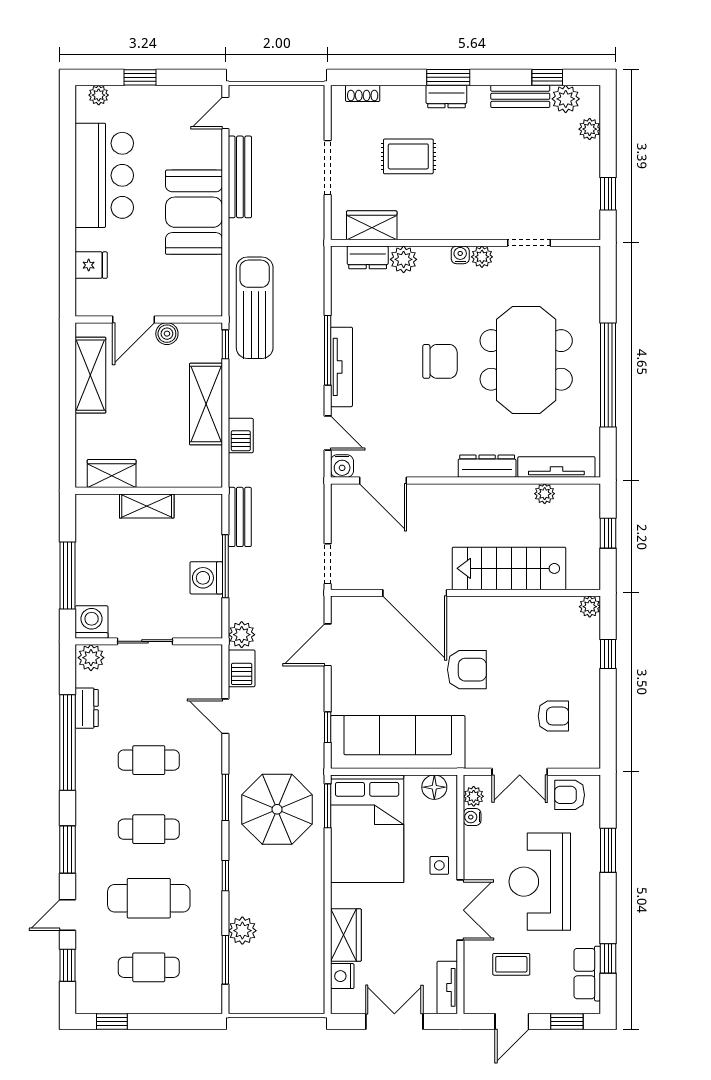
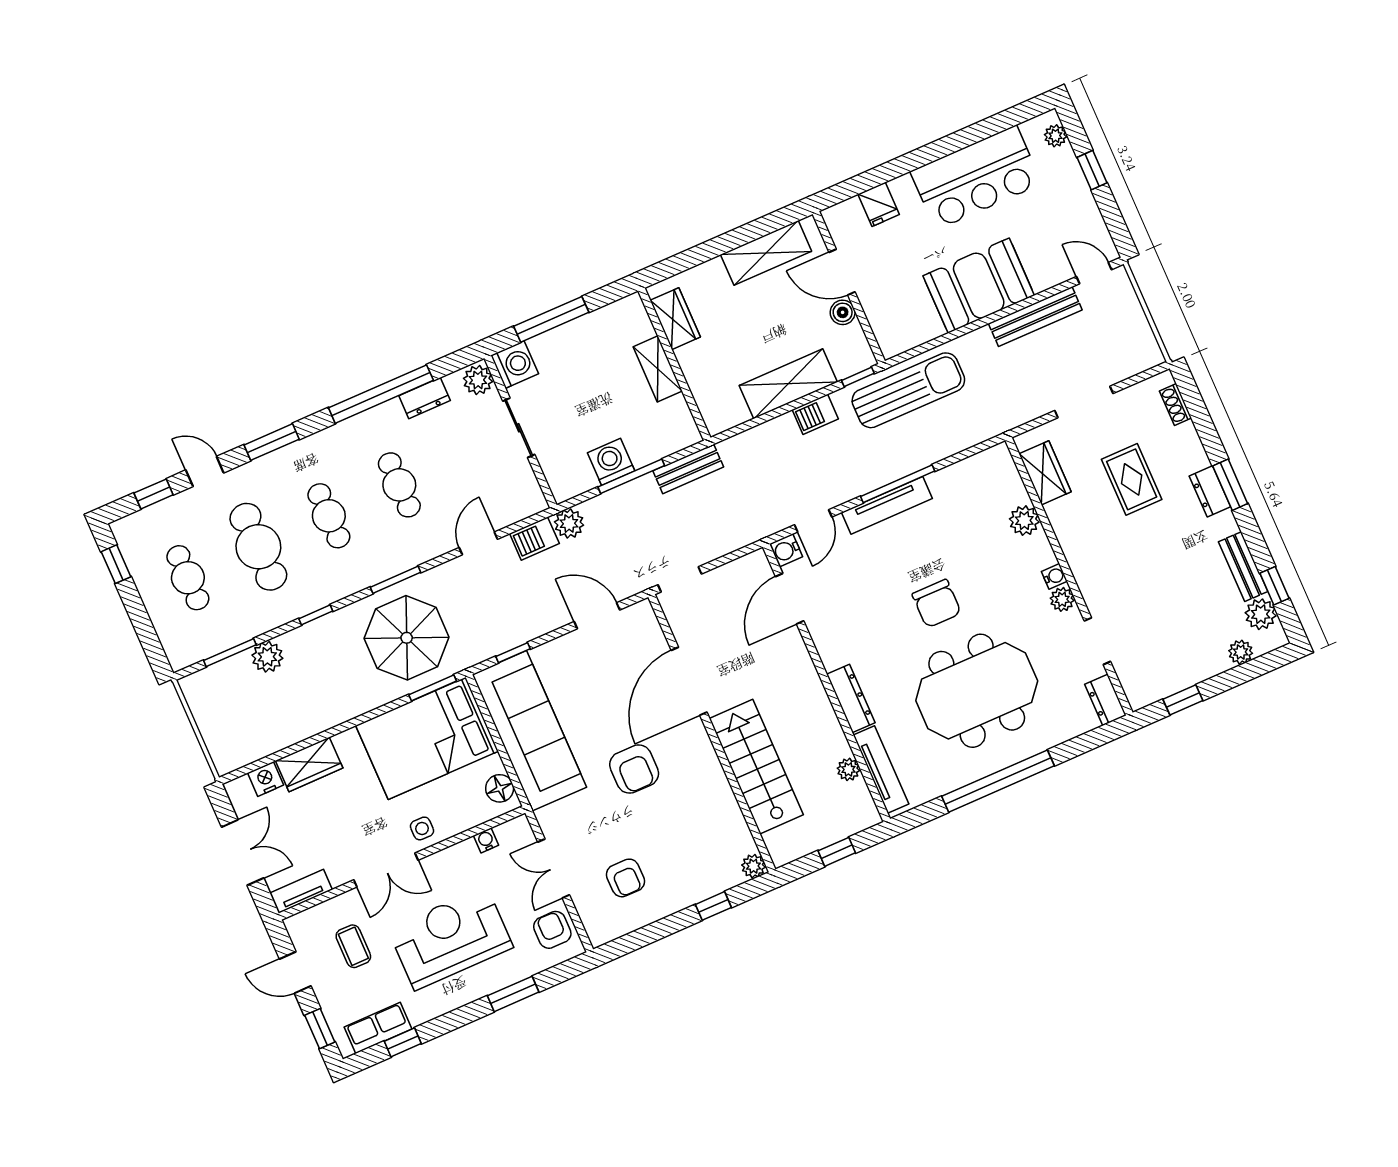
dresser: (368, 257) -> (1105, 700), moved
barbecue: (241, 436) -> (815, 414), moved
plant: (474, 796) -> (508, 833), removed

